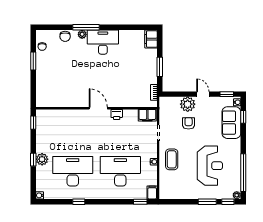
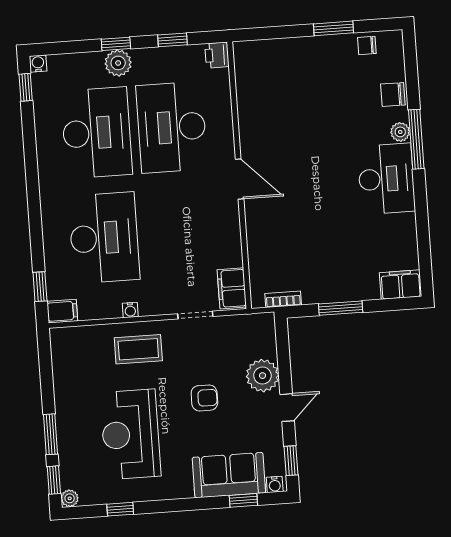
door: (98, 108) -> (240, 179), hinge flipped
printer: (117, 114) -> (217, 55), moved
window: (33, 123) -> (173, 40), moved
armchair: (189, 123) -> (204, 398), moved
desk: (73, 137) -> (172, 127), added
reception desk: (210, 166) -> (130, 434), turned 90
window: (243, 173) -> (120, 509), width x0.32
window: (79, 202) -> (26, 87), moved

